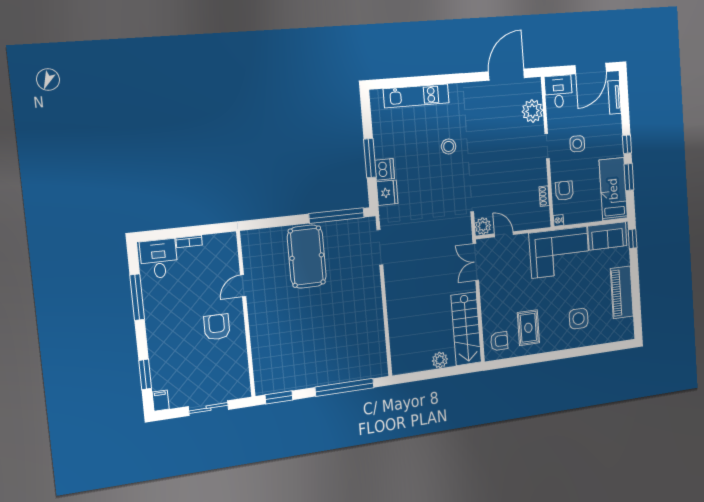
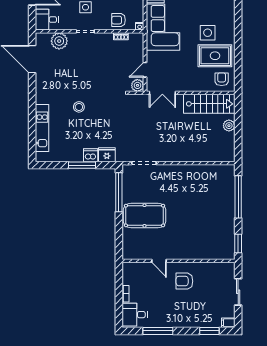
side table: (579, 319) -> (208, 33), moved
rug: (528, 328) -> (215, 56), width x1.36, depth x1.43

